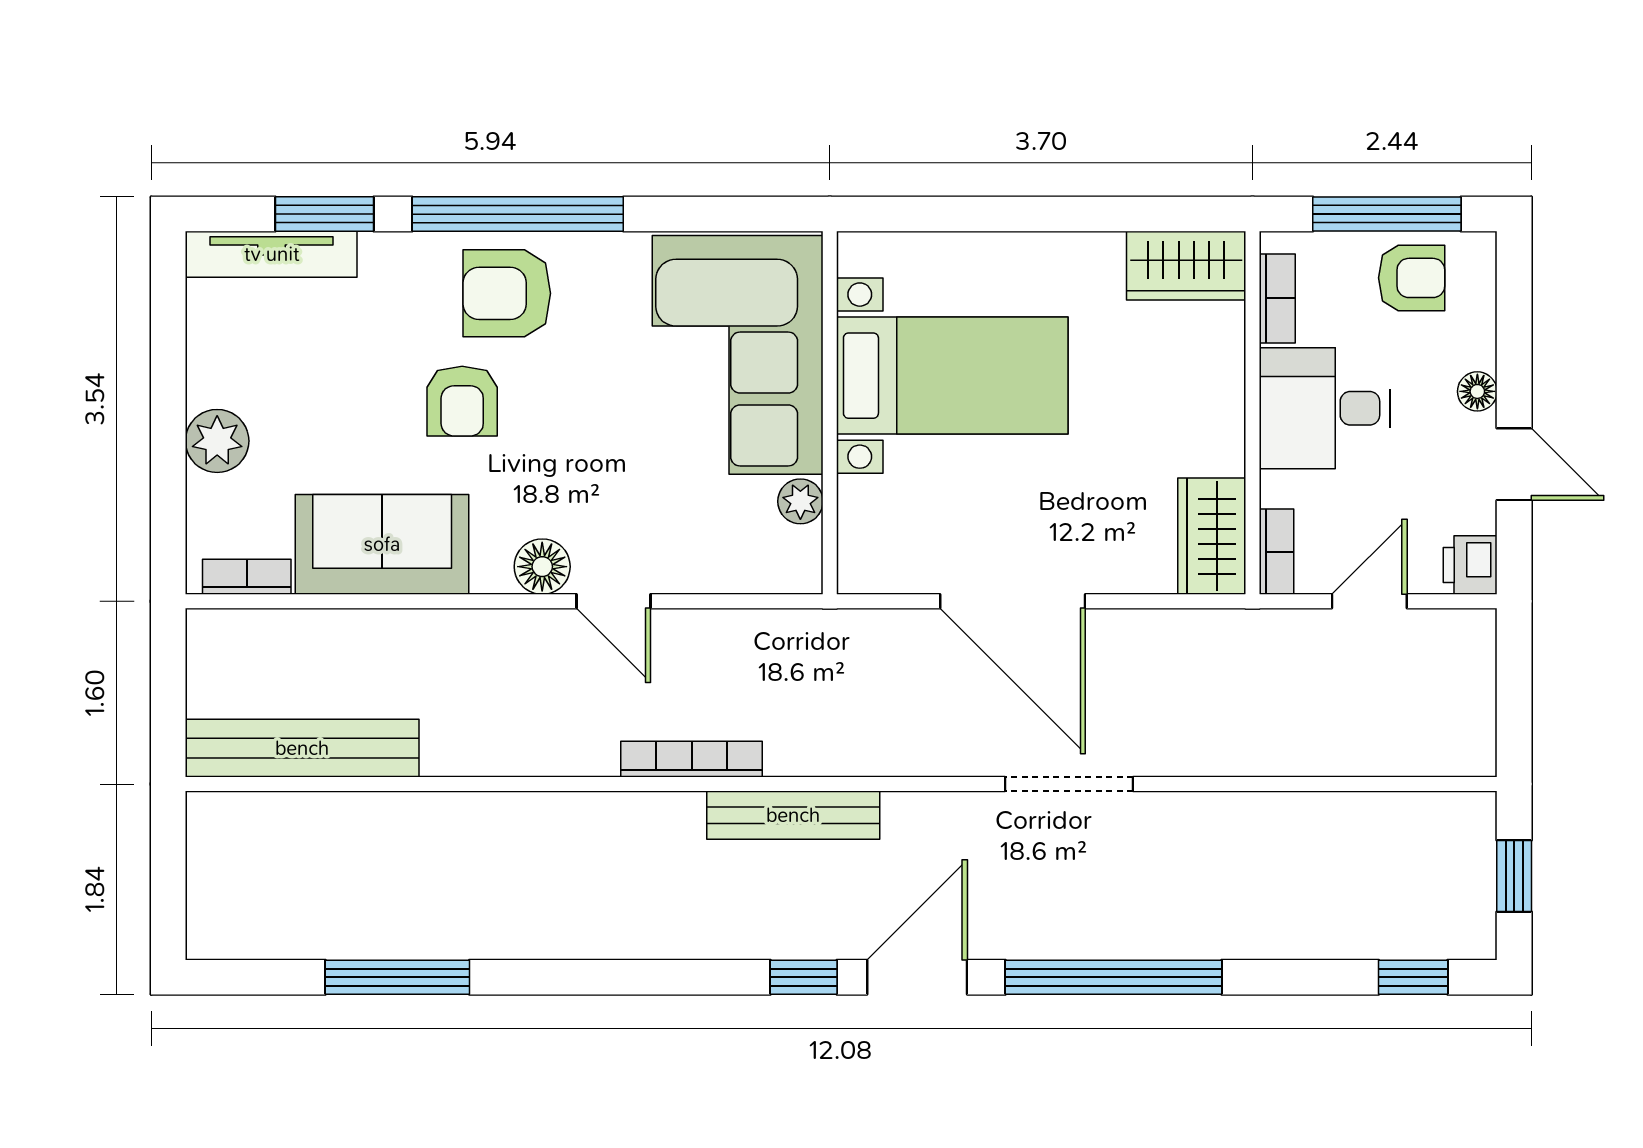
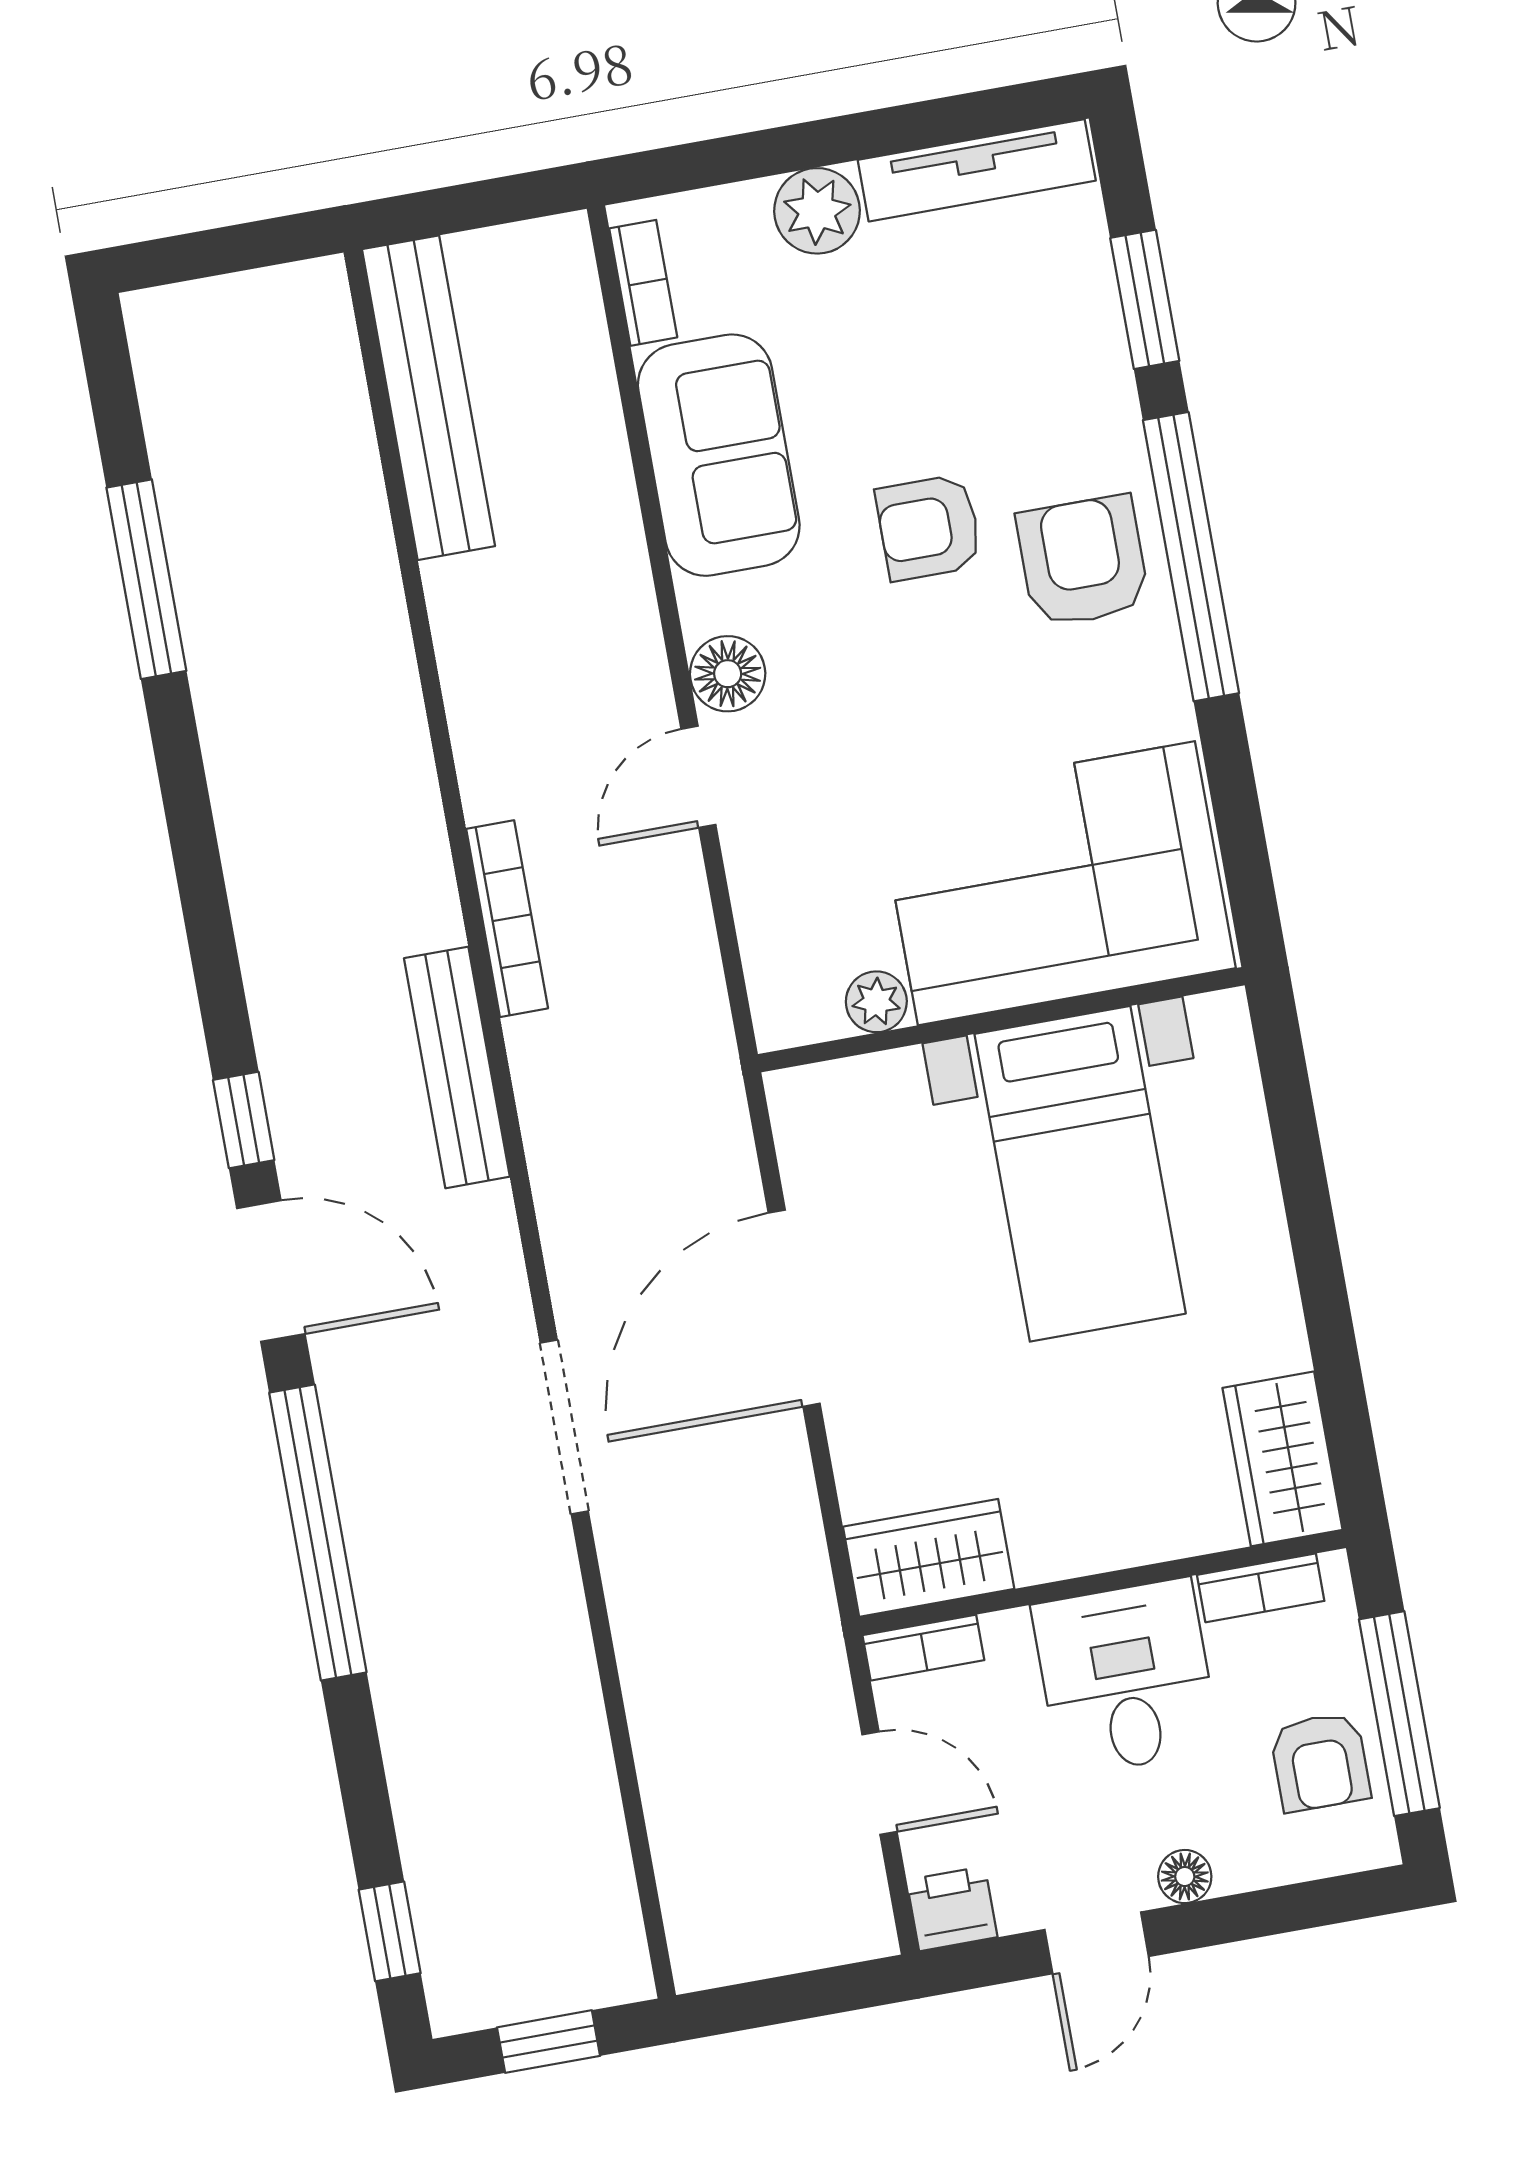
tv unit: (272, 254) -> (977, 170), moved, turned -90

